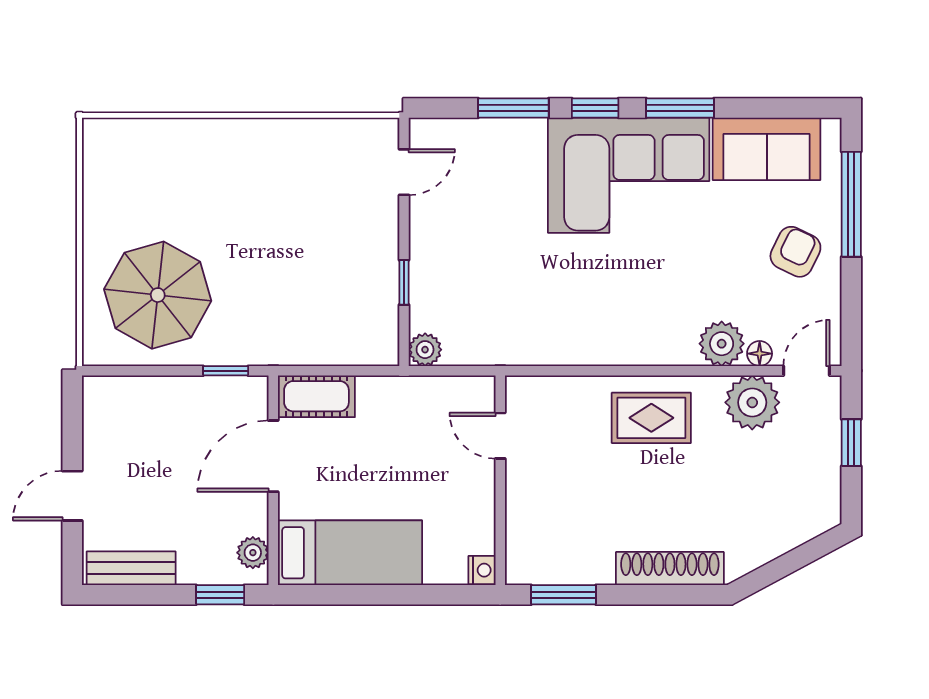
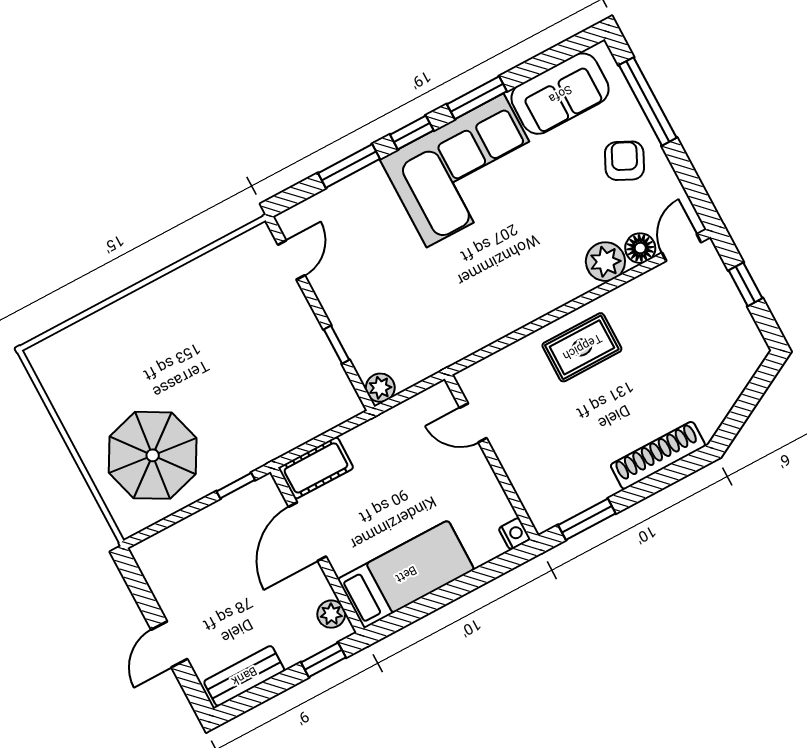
floor lamp: (760, 354) -> (640, 248), width x1.37, depth x1.37
plant: (752, 402) -> (653, 294), removed

